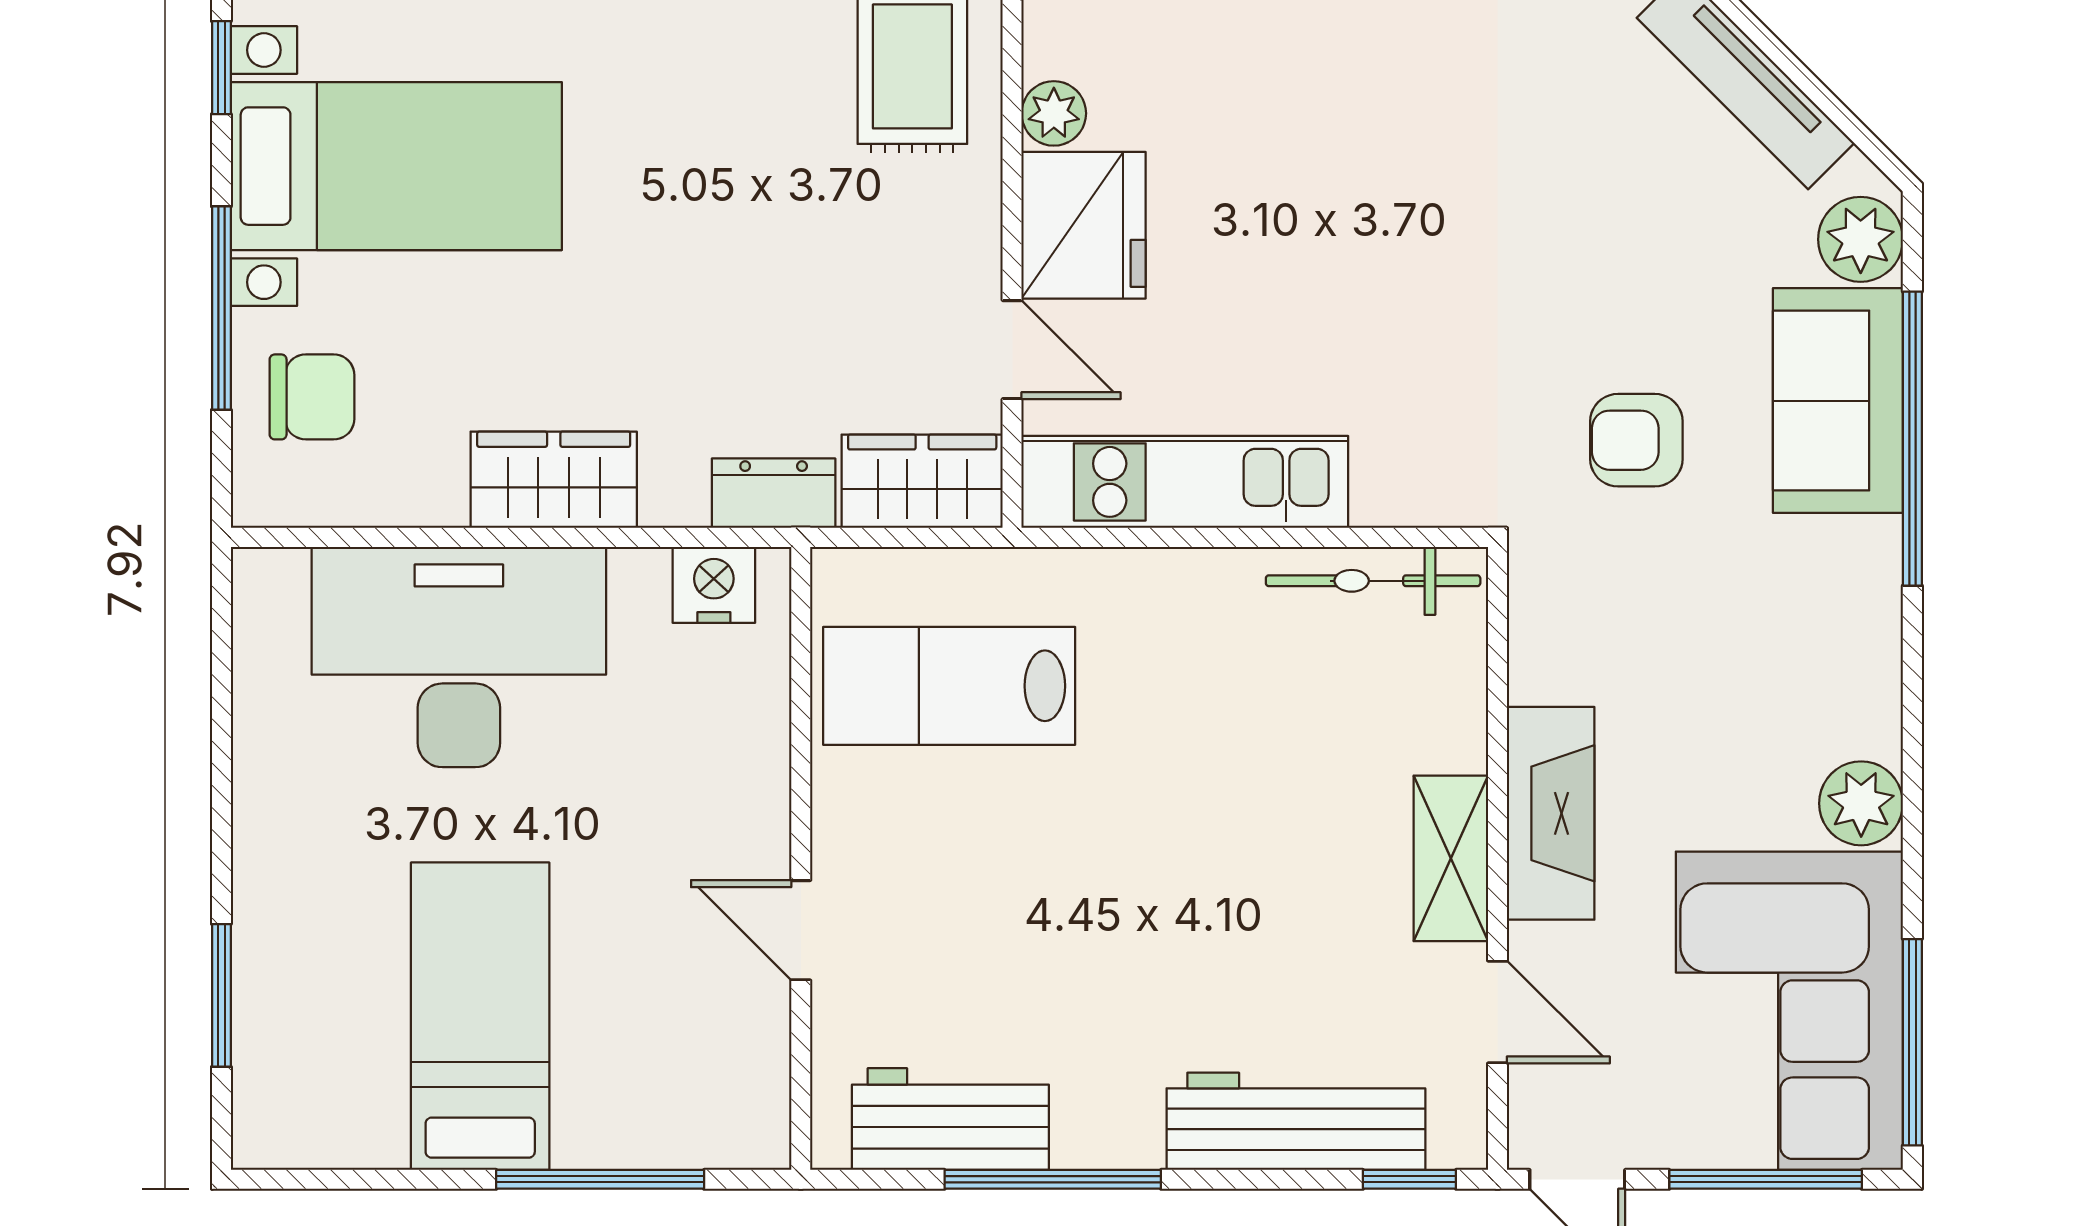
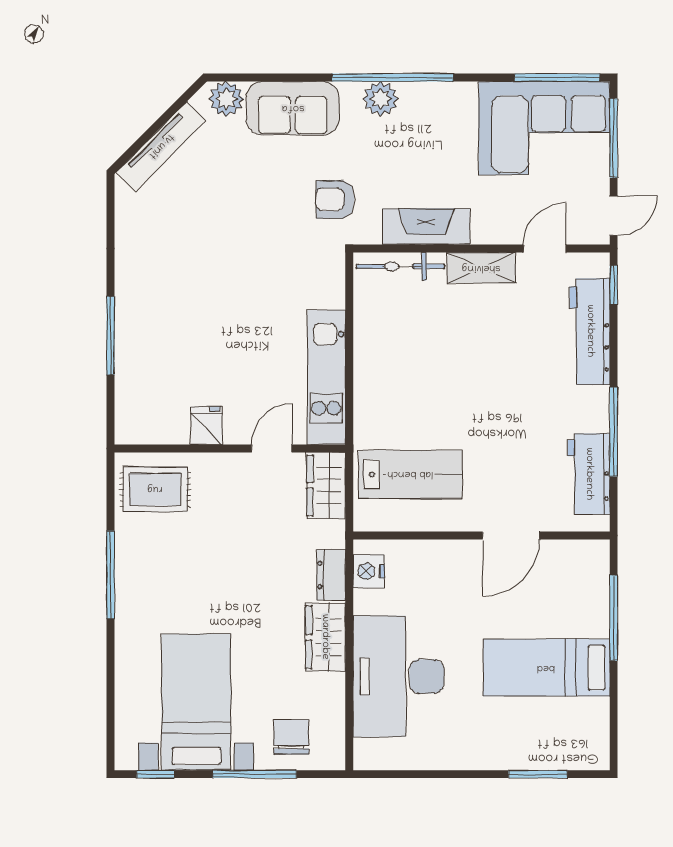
plant: (1054, 113) -> (175, 431), removed
fridge: (1084, 225) -> (206, 425), width x0.53, depth x0.75
window: (1912, 439) -> (393, 78), moved
armchair: (1636, 440) -> (335, 199), moved, turned 90
dresser: (774, 493) -> (331, 575), moved
bicycle: (1373, 581) -> (401, 266), moved, turned 90
lab bench: (949, 686) -> (410, 474), turned -90
plant: (1861, 803) -> (381, 99), moved
fireplace: (1551, 813) -> (426, 227), moved
door: (801, 930) -> (511, 535), width x1.38

